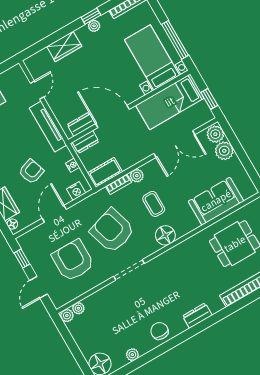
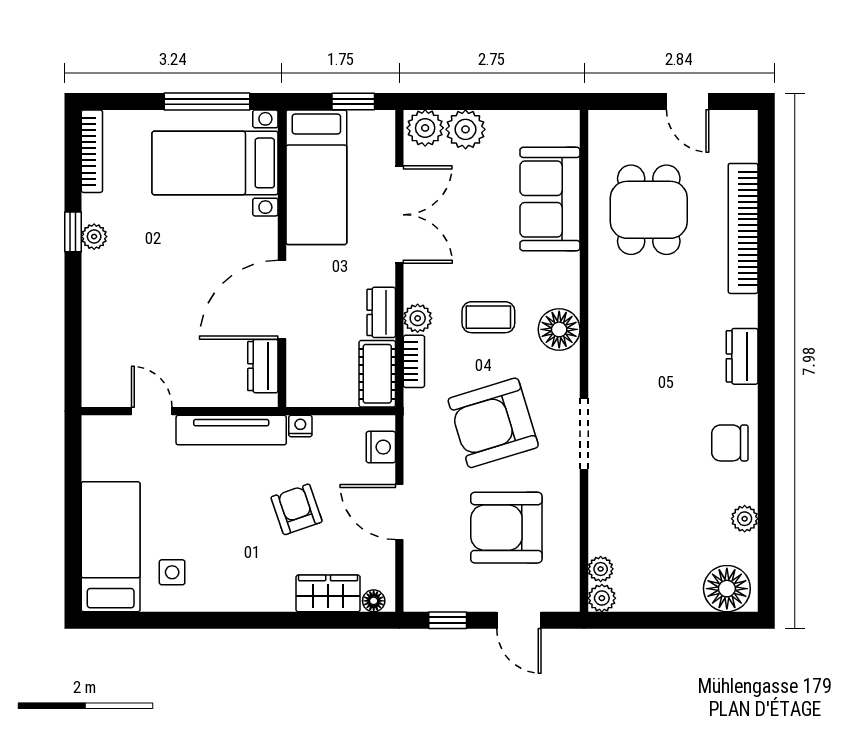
wardrobe: (64, 46) -> (100, 314), removed
dresser: (86, 142) -> (381, 312), moved, turned 180
nightstand: (73, 165) -> (300, 426), moved

